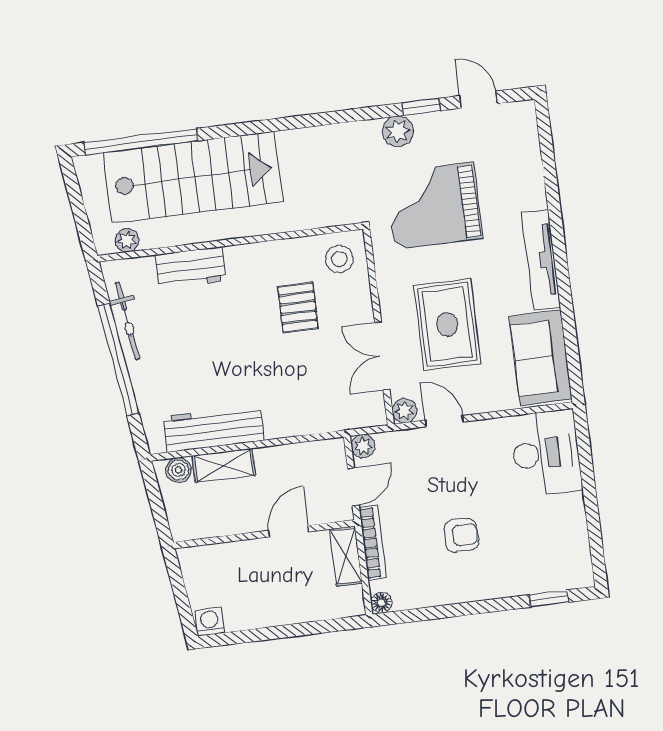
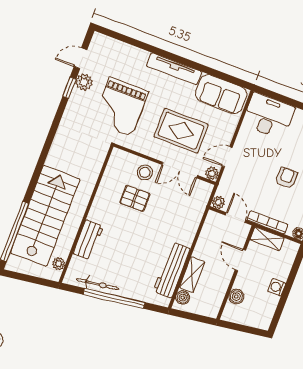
plant: (398, 131) -> (84, 82), moved
stool: (339, 259) -> (145, 172), moved
boiler: (226, 556) -> (236, 297), added
washing machine: (209, 622) -> (277, 287), moved

